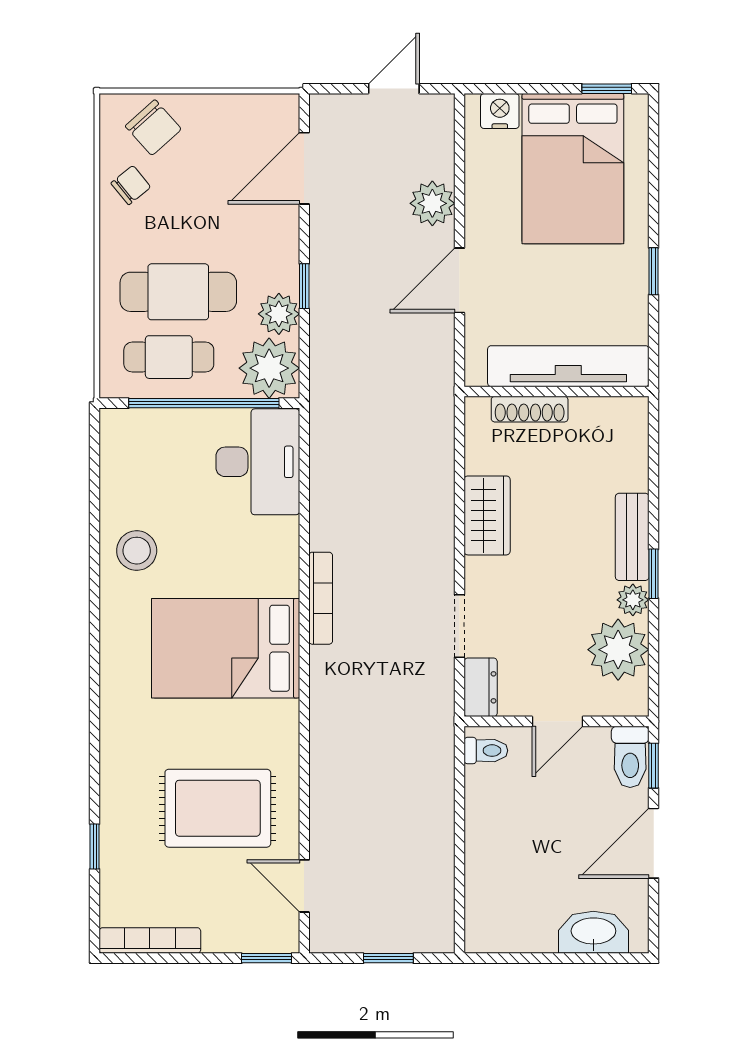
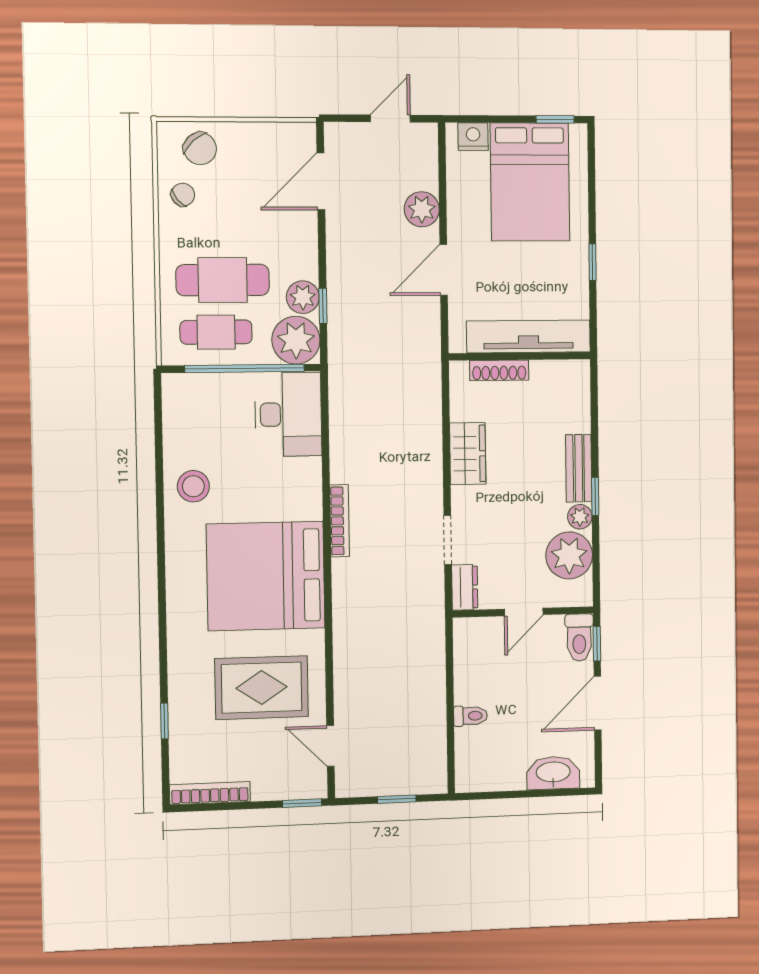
window: (304, 286) -> (323, 306), moved
bed: (226, 648) -> (266, 576), width x1.36
toilet: (486, 751) -> (471, 716), moved

